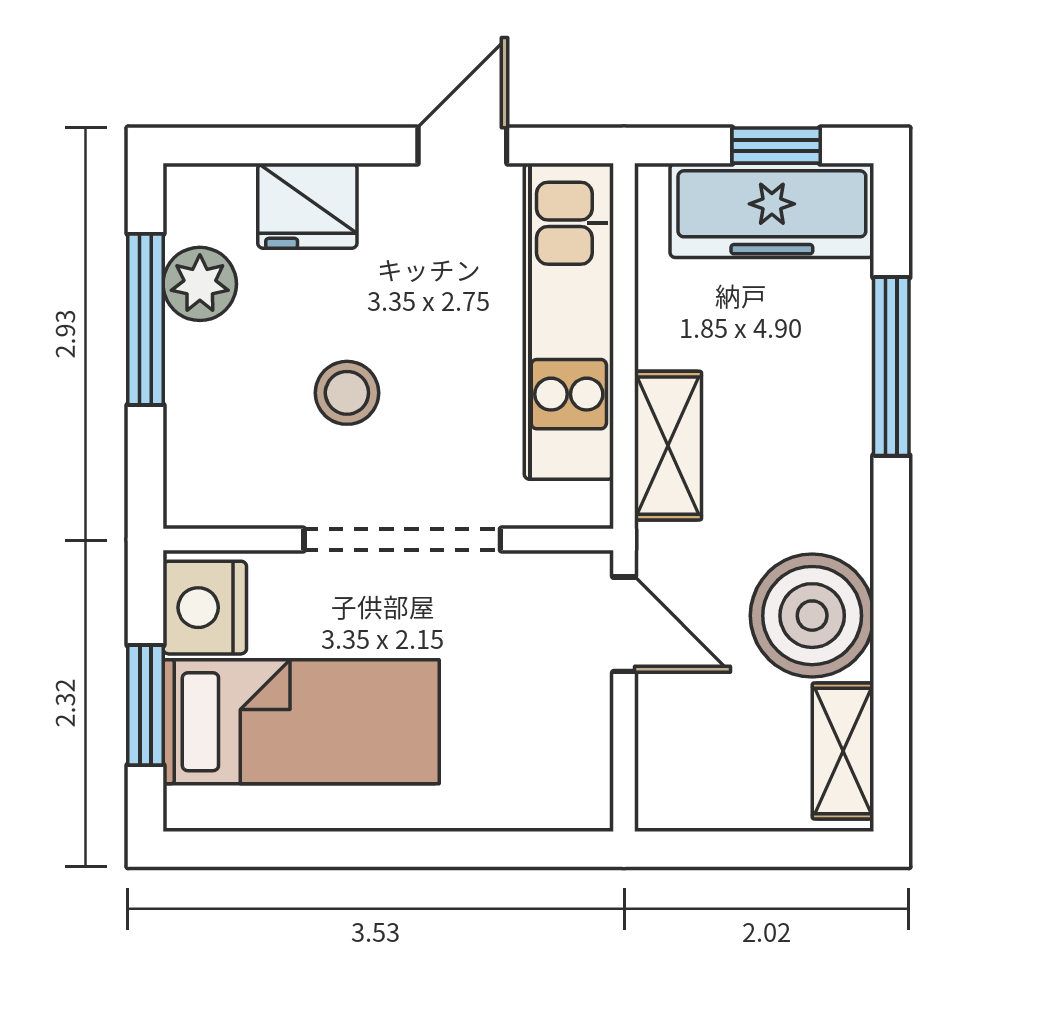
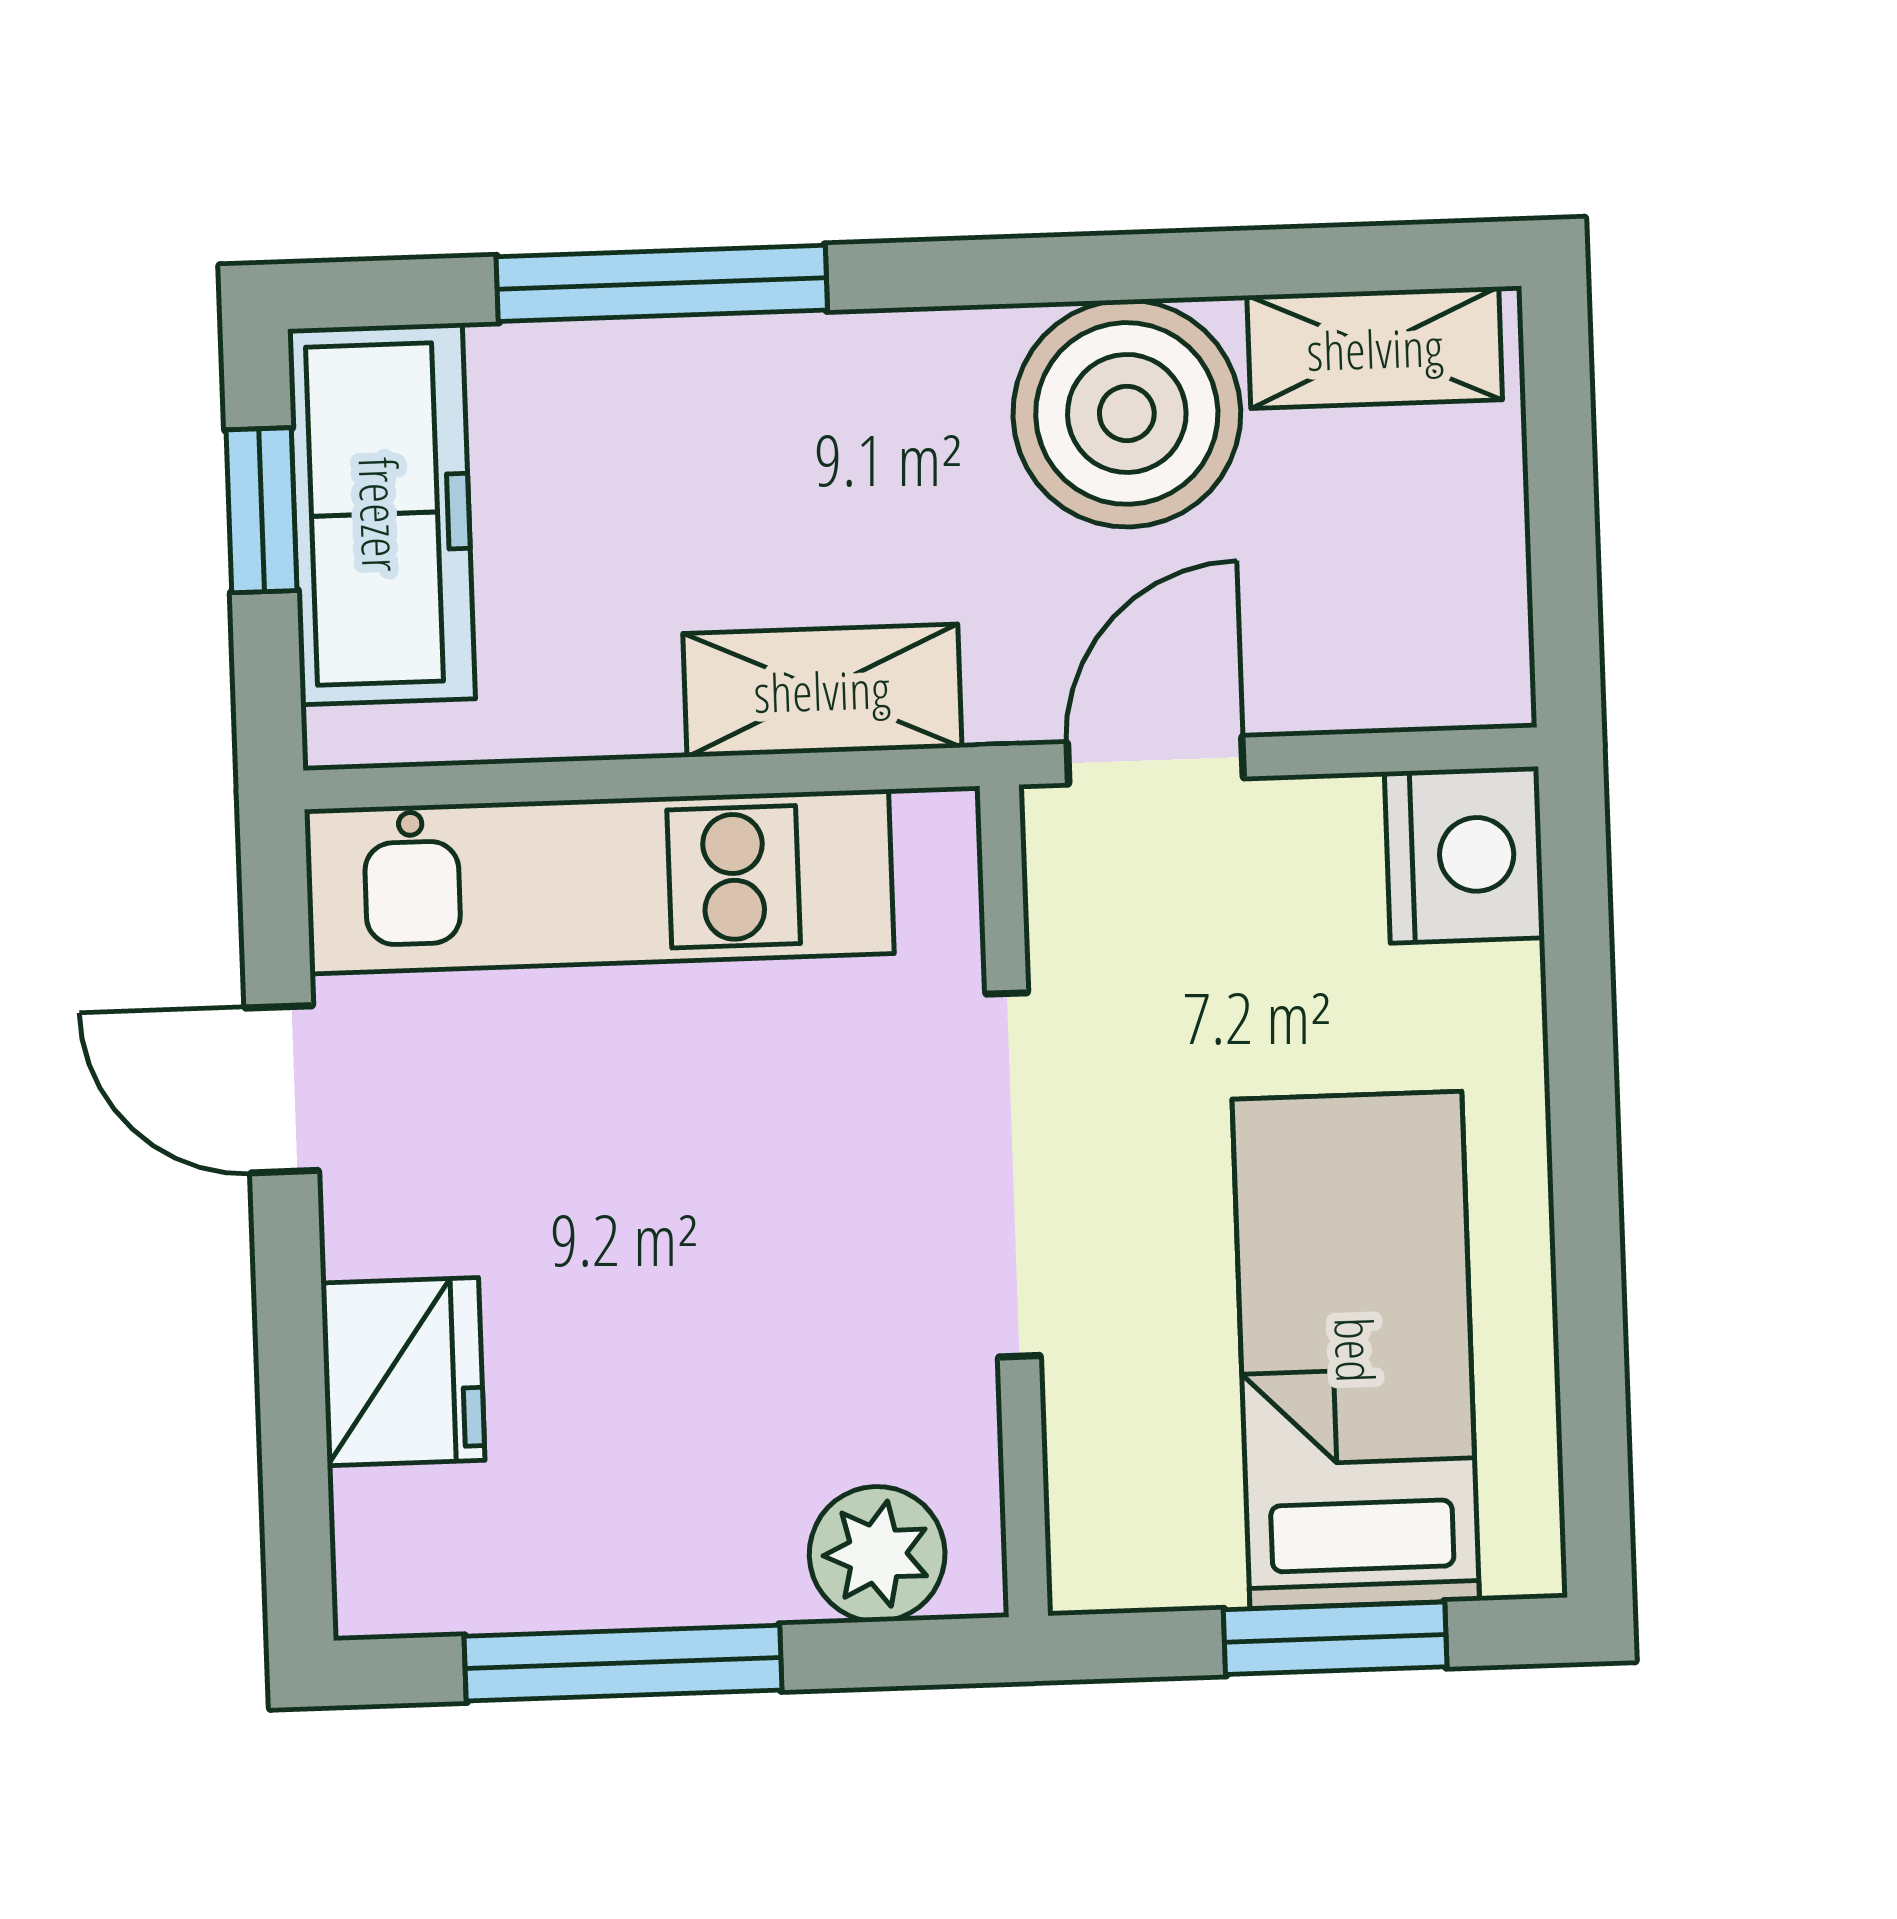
plant: (200, 284) -> (877, 1554), moved
stool: (347, 393) -> (746, 1286), removed
nightstand: (205, 608) -> (1464, 855), moved, turned -90

